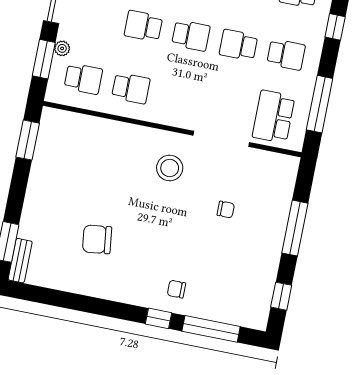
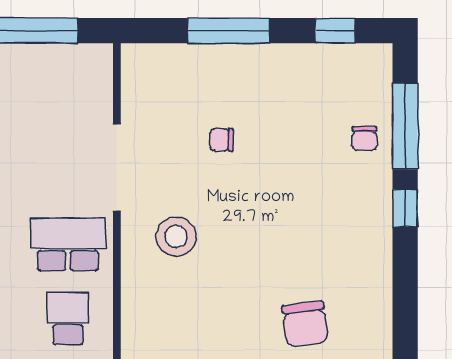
school desk: (274, 117) -> (68, 244), moved, turned 180
chair: (226, 210) -> (222, 140), turned -90
chair: (176, 289) -> (364, 139), moved

